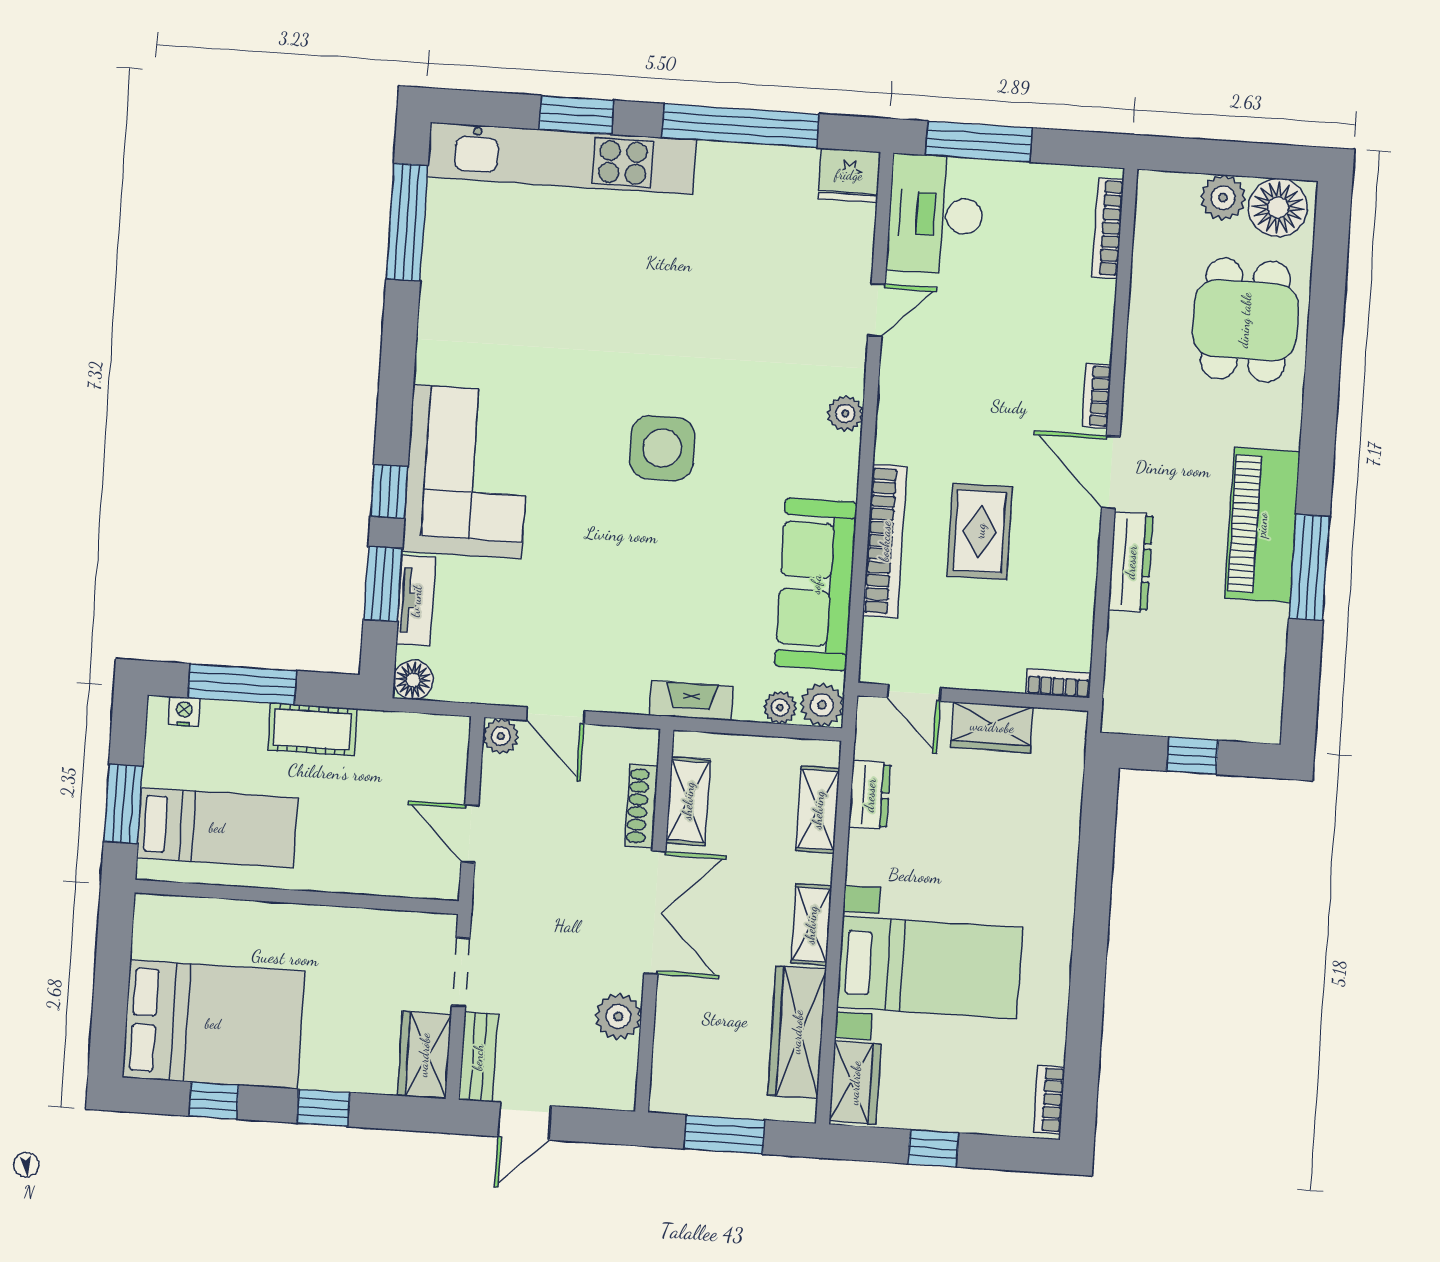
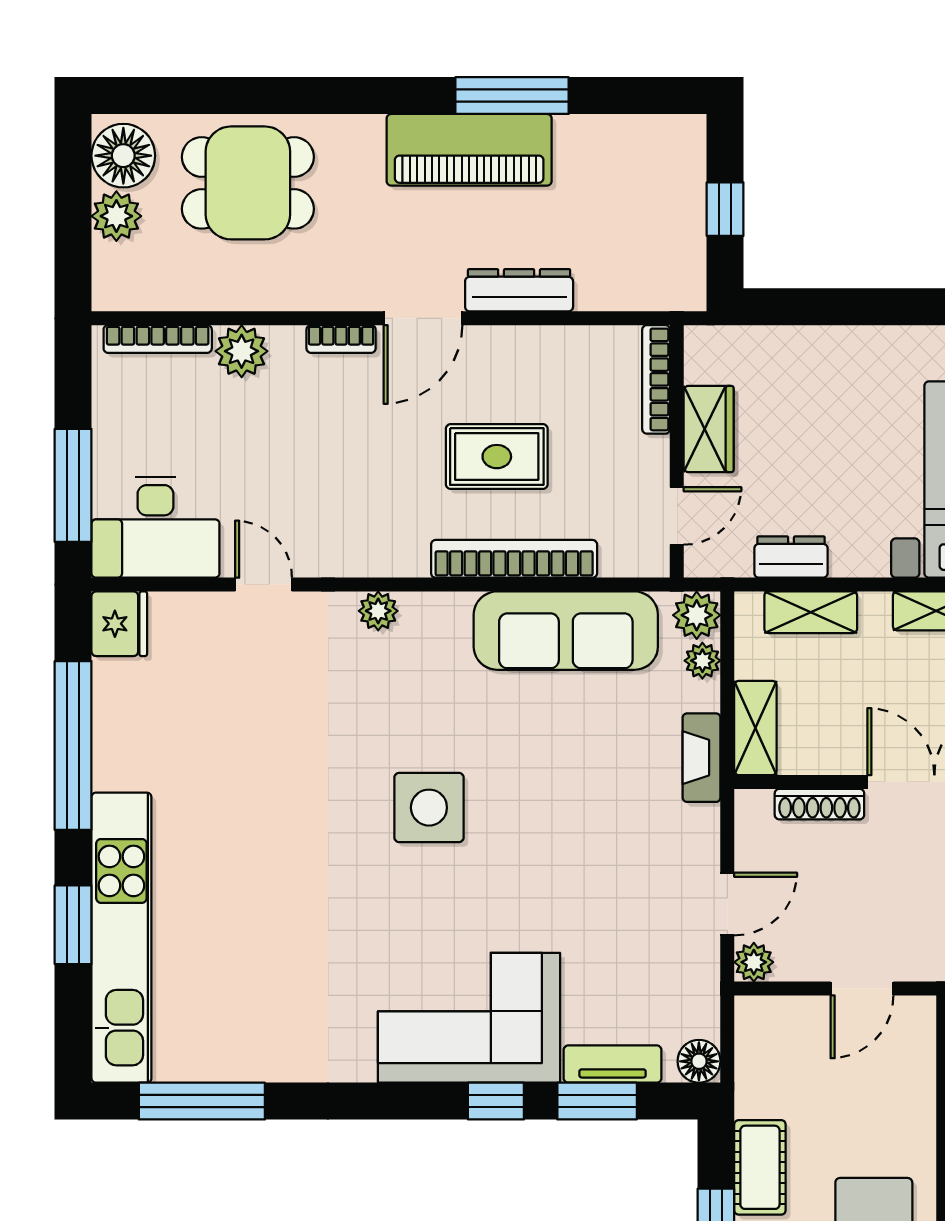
plant: (1092, 304) -> (242, 351), added
bookcase: (1058, 683) -> (656, 379), width x1.56
shelving: (688, 801) -> (755, 728), moved, turned 90

